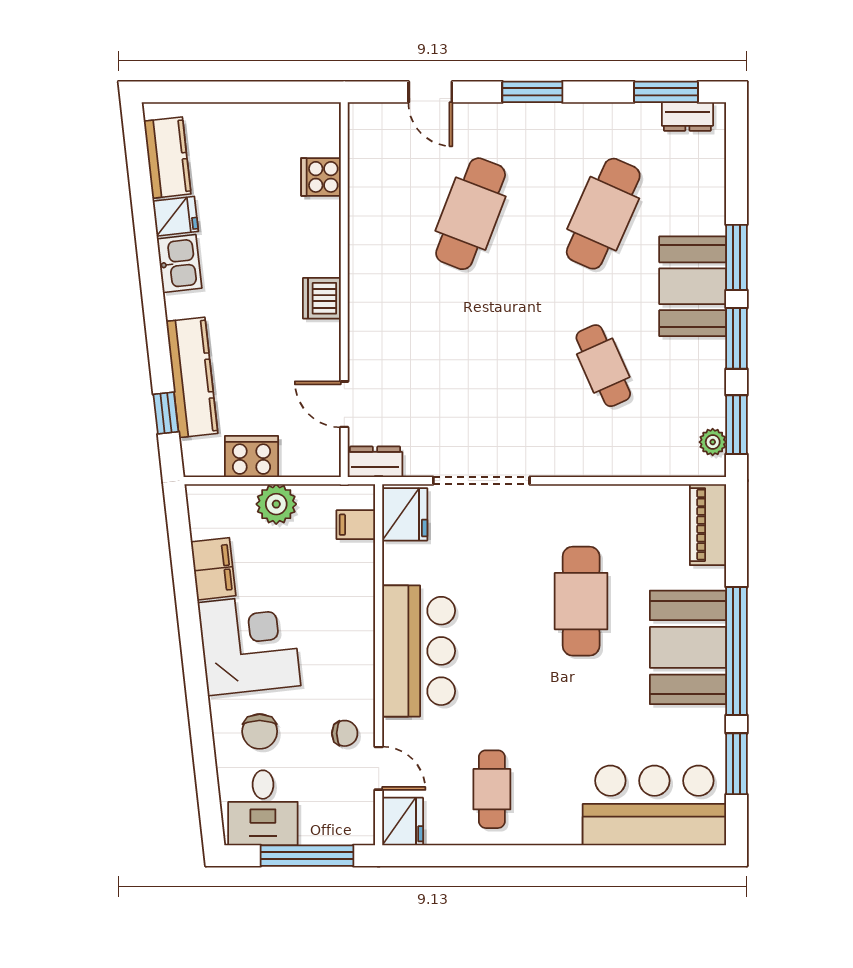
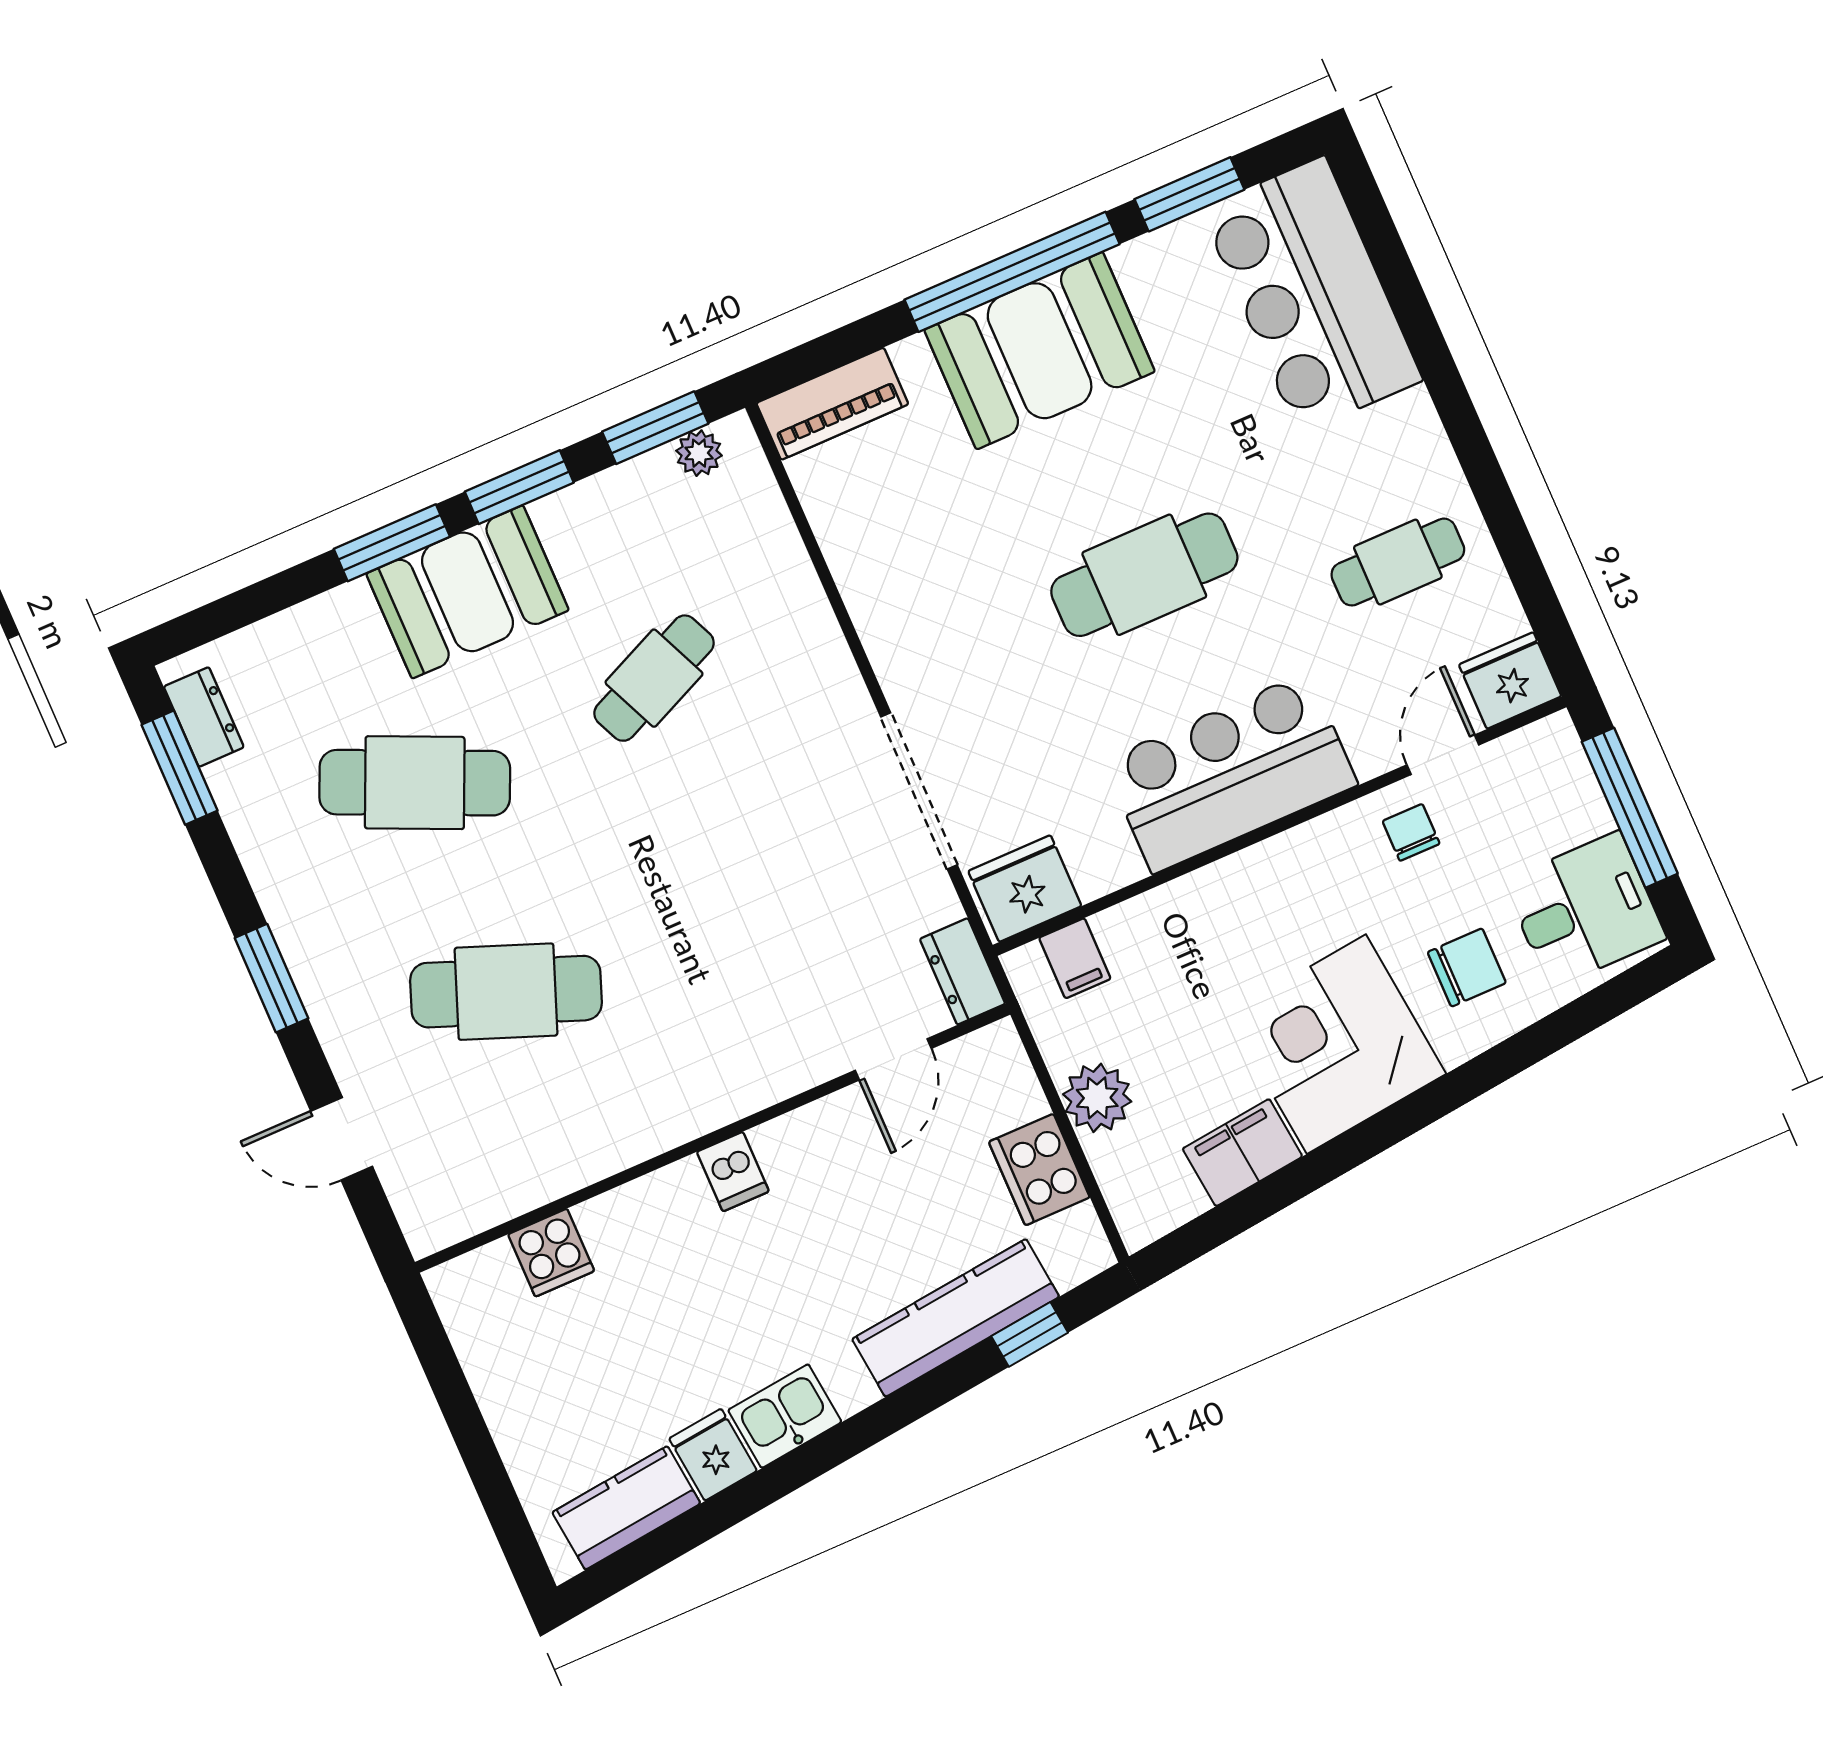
door: (430, 92) -> (342, 1139), swing flipped
dishwasher: (322, 298) -> (733, 1172), width x0.73
cafe table: (581, 601) -> (1144, 575), moved

